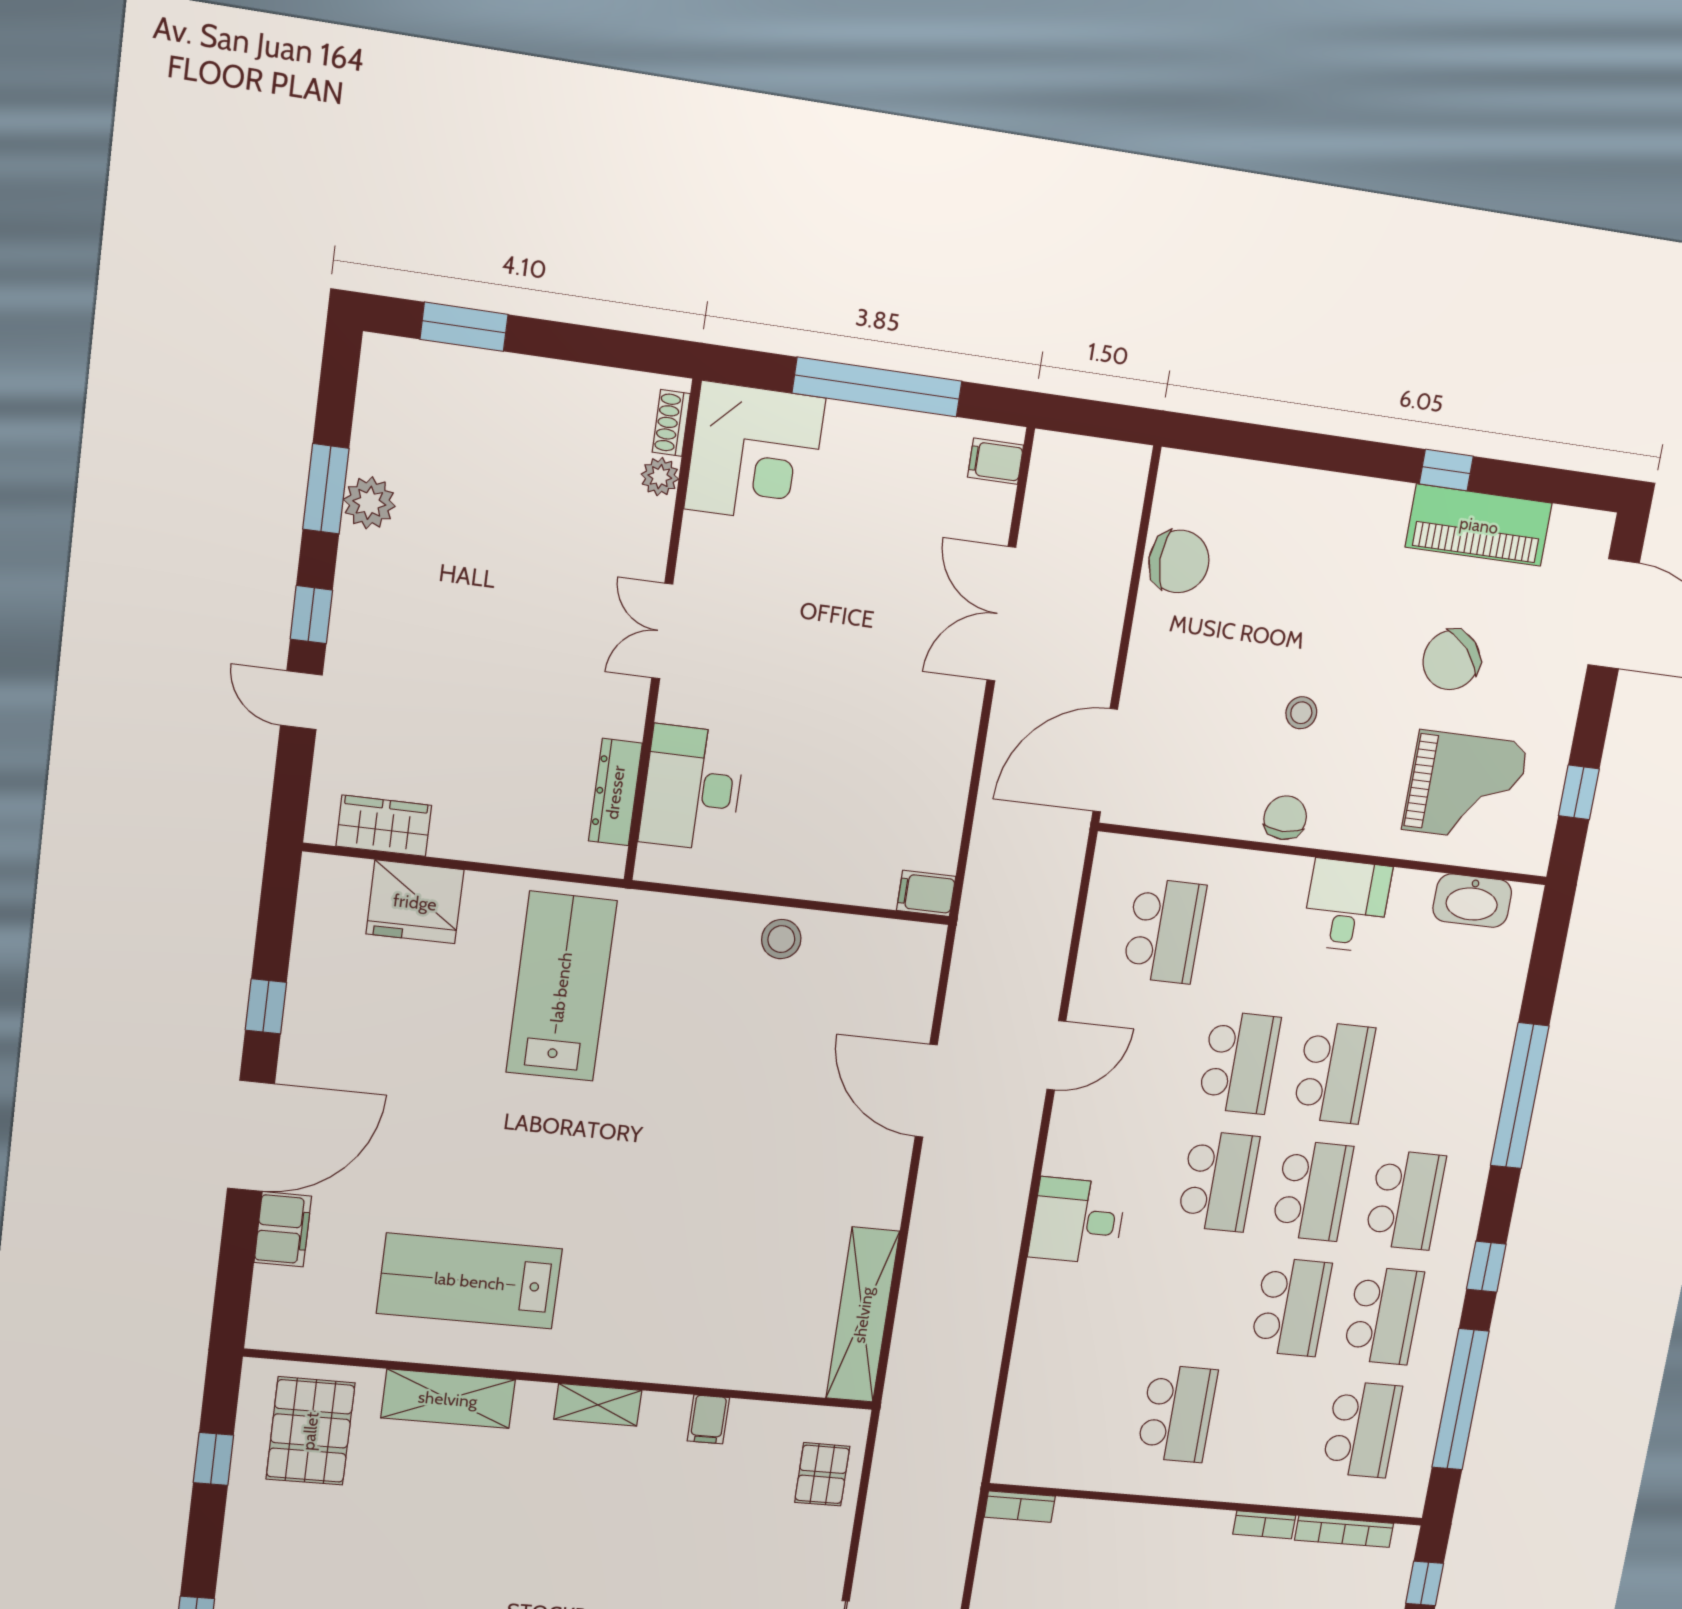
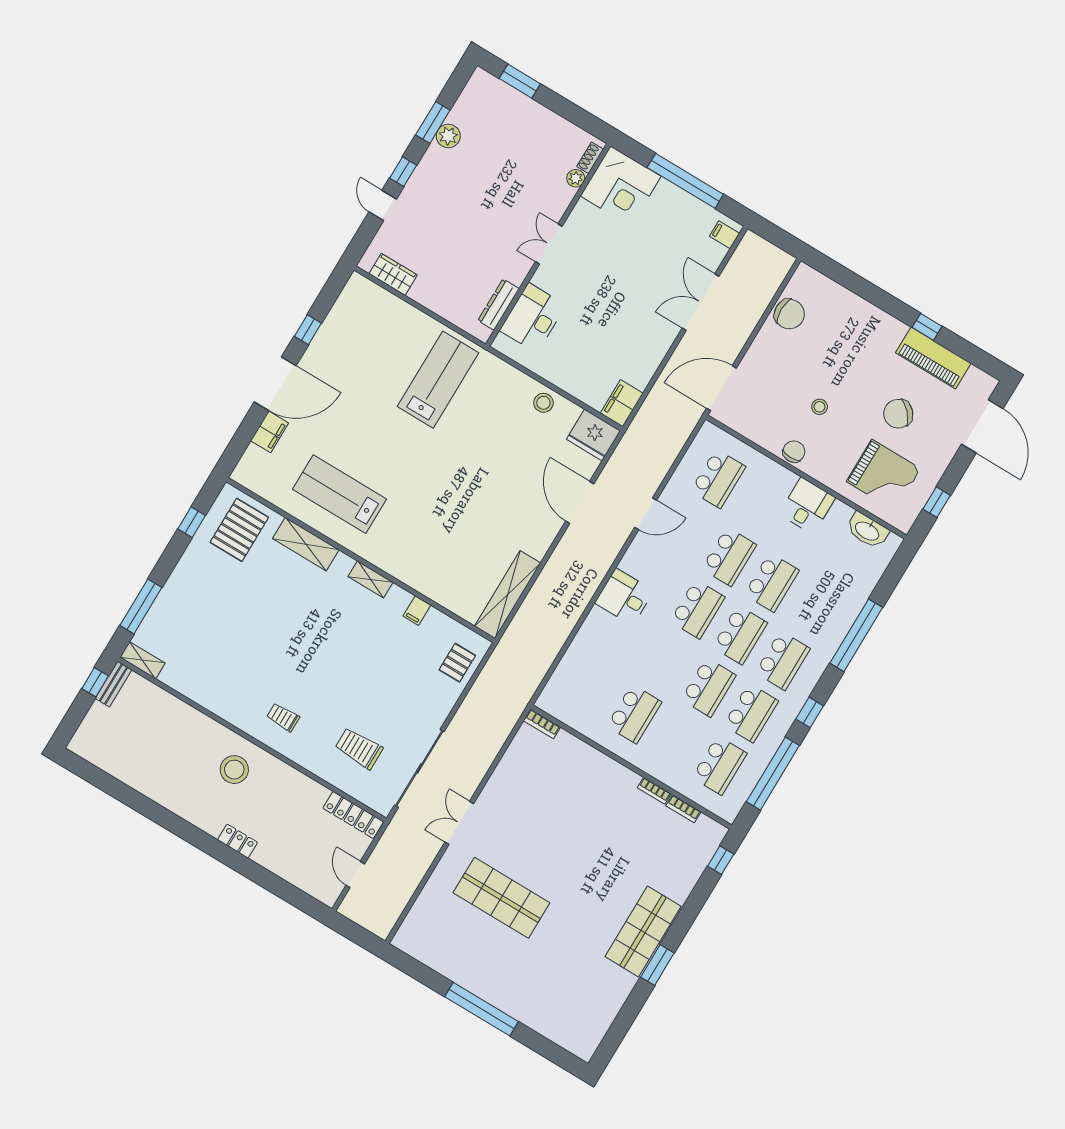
filing cabinet: (926, 893) -> (622, 403), width x2.00
fridge: (415, 902) -> (593, 435), moved
bookcase: (1344, 1532) -> (683, 809), width x0.64

